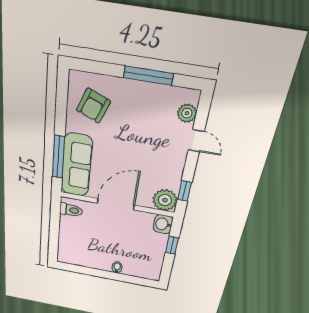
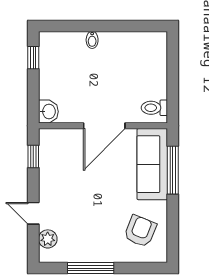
plant: (165, 200) -> (52, 142), removed
window: (172, 245) -> (33, 58), moved

